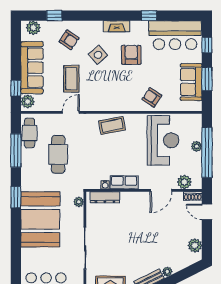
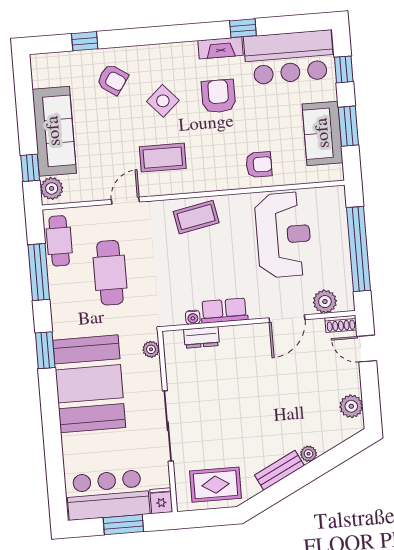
fireplace: (117, 26) -> (221, 48), moved
plant: (33, 28) -> (51, 64), removed
coffee table: (71, 79) -> (163, 158), moved, turned 90
armchair: (152, 97) -> (259, 165), turned 146
plant: (197, 146) -> (340, 240), removed
dresser: (105, 197) -> (202, 337), width x0.70

